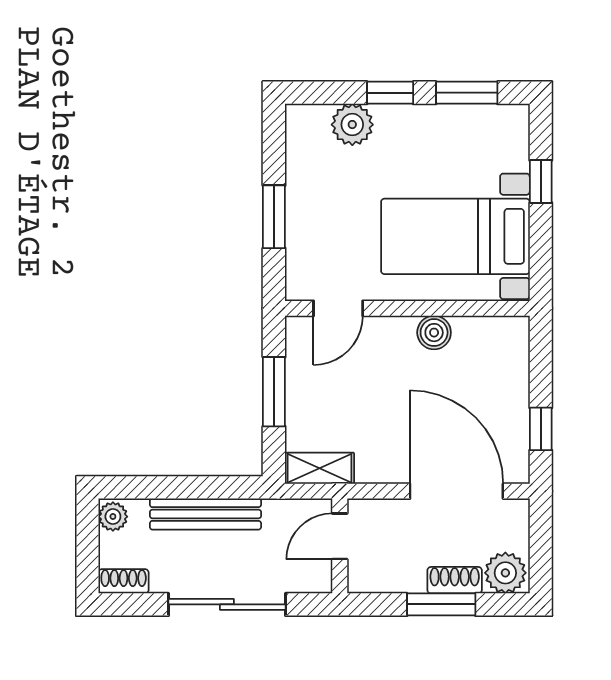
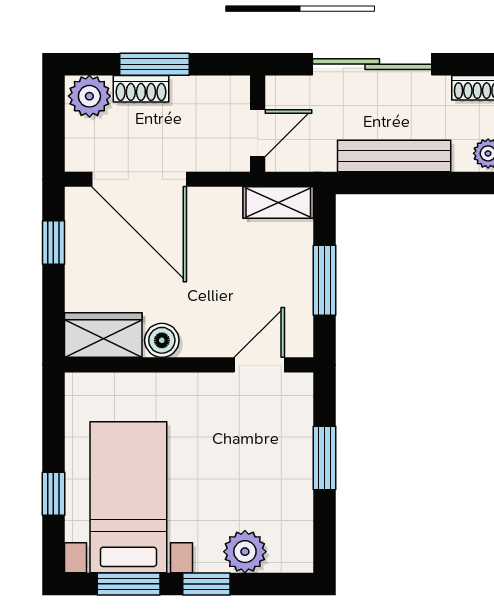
bed with nightstands: (455, 236) -> (128, 497), moved, turned -90
wardrobe: (492, 338) -> (103, 335), added

